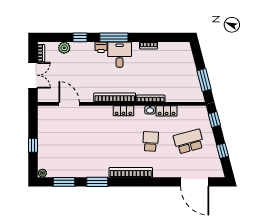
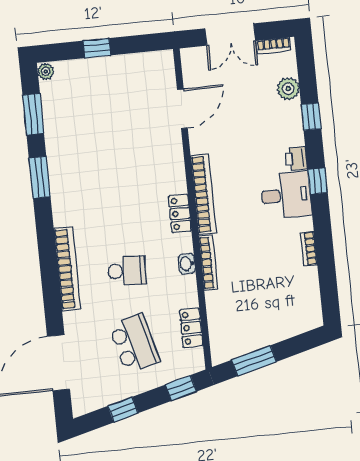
window: (114, 37) -> (318, 181), width x0.46
locker: (167, 111) -> (191, 328), moved
bookcase: (131, 172) -> (67, 269), moved

